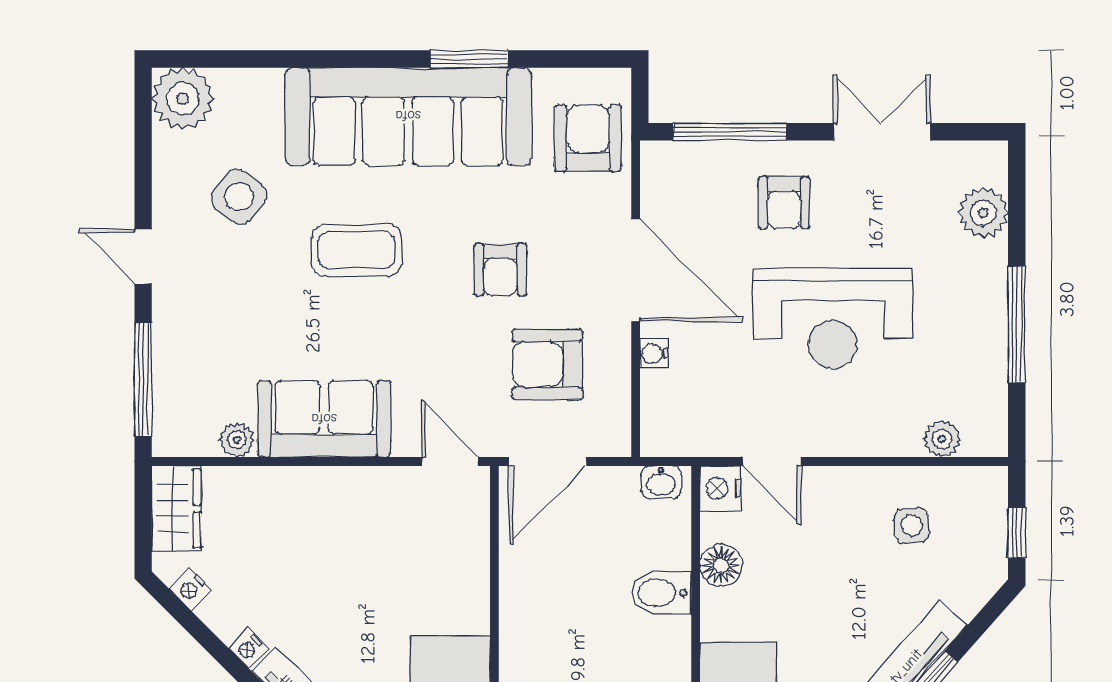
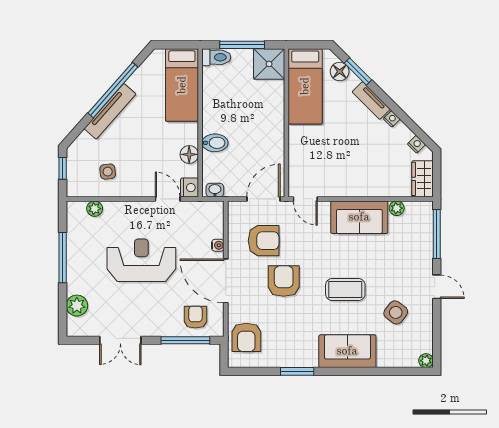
plant: (183, 99) -> (426, 361), width x0.53, depth x0.53
sofa: (408, 116) -> (347, 351), width x0.54, depth x0.79
armchair: (784, 203) -> (195, 317), moved
armchair: (500, 270) -> (284, 281), width x1.38, depth x1.38

